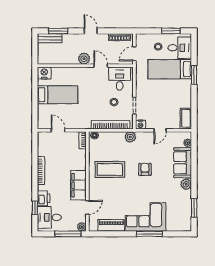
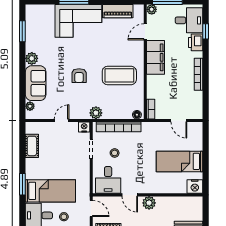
door: (134, 54) -> (91, 208), hinge flipped
cot: (186, 118) -> (32, 146), moved

